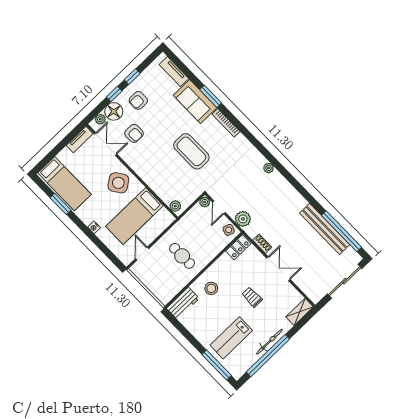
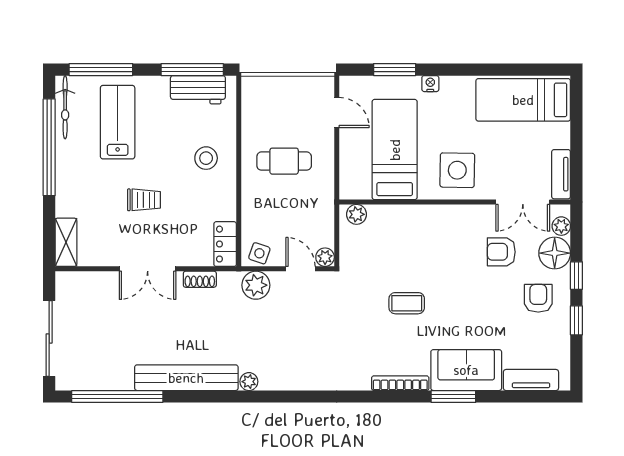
coffee table: (191, 151) -> (407, 303), width x0.54, depth x0.58
plant: (269, 168) -> (249, 382), moved
side table: (118, 183) -> (457, 170), turned 36
window: (60, 204) -> (395, 70), moved
bench: (325, 229) -> (186, 378), moved
workbench: (183, 303) -> (198, 90), moved, turned -90
window: (181, 328) -> (192, 70), added
bicycle: (269, 342) -> (65, 107), moved

